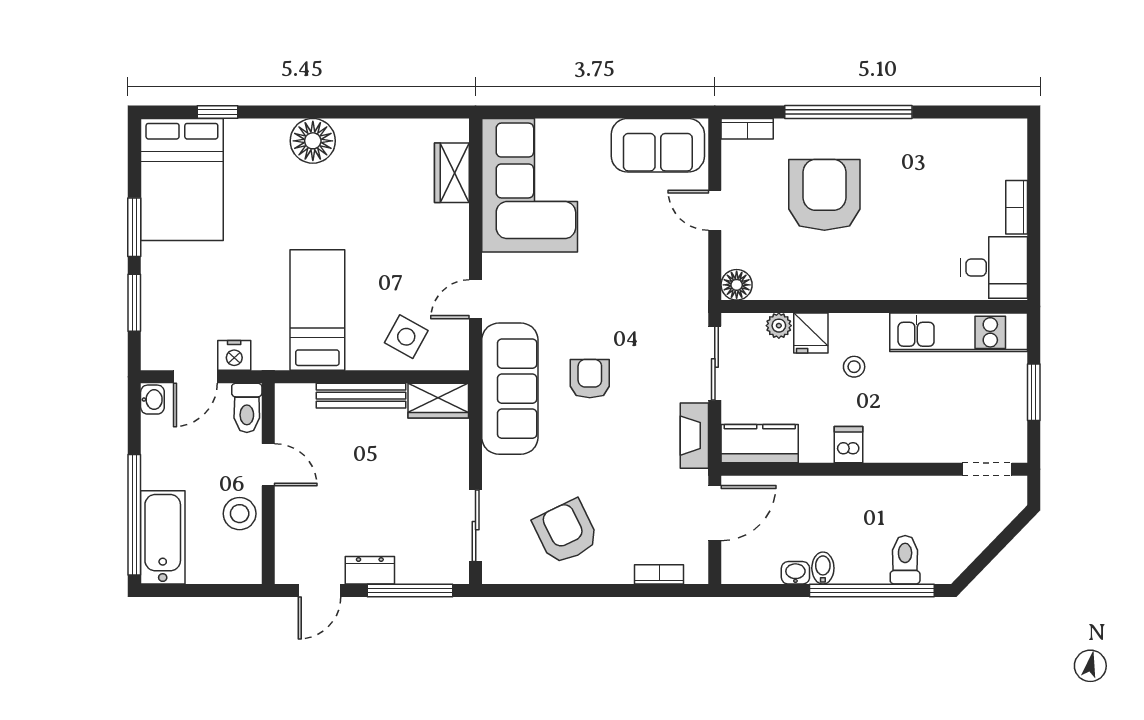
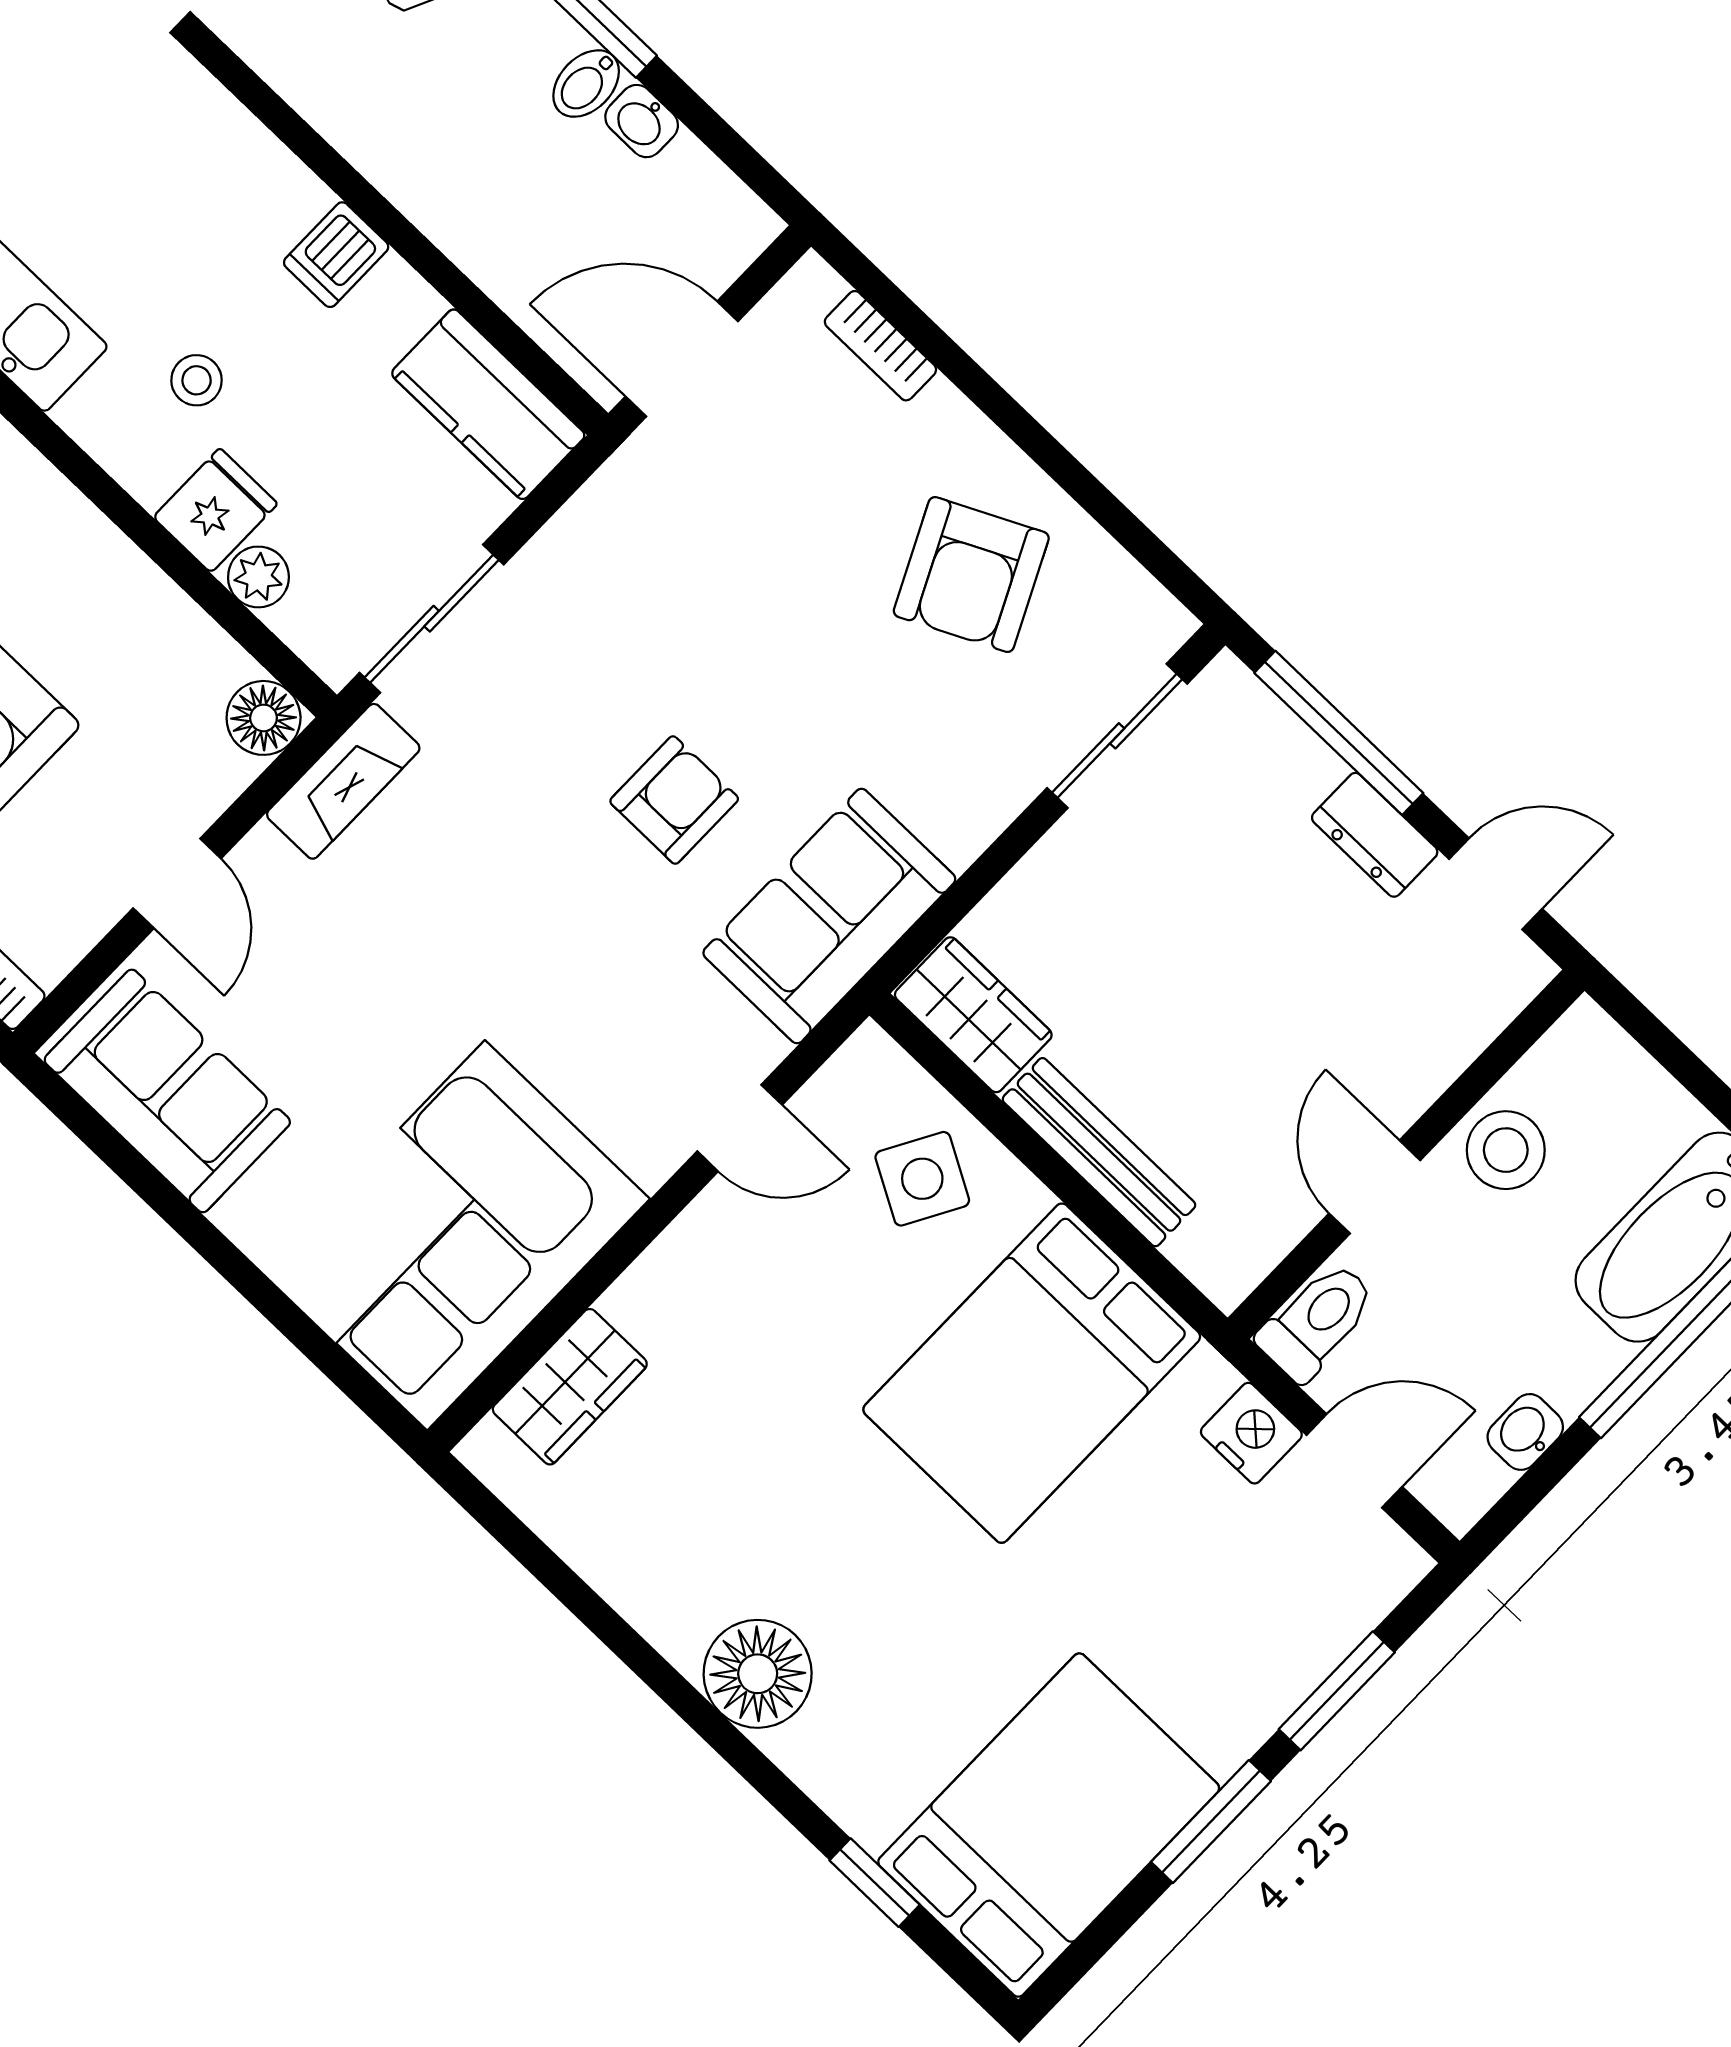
bed: (317, 310) -> (1032, 1373), width x1.50
armchair: (590, 379) -> (674, 800), turned 180
sofa: (510, 389) -> (829, 916), width x0.73
washbasin: (152, 400) -> (1525, 1432), moved
fireplace: (694, 436) -> (343, 781), moved

